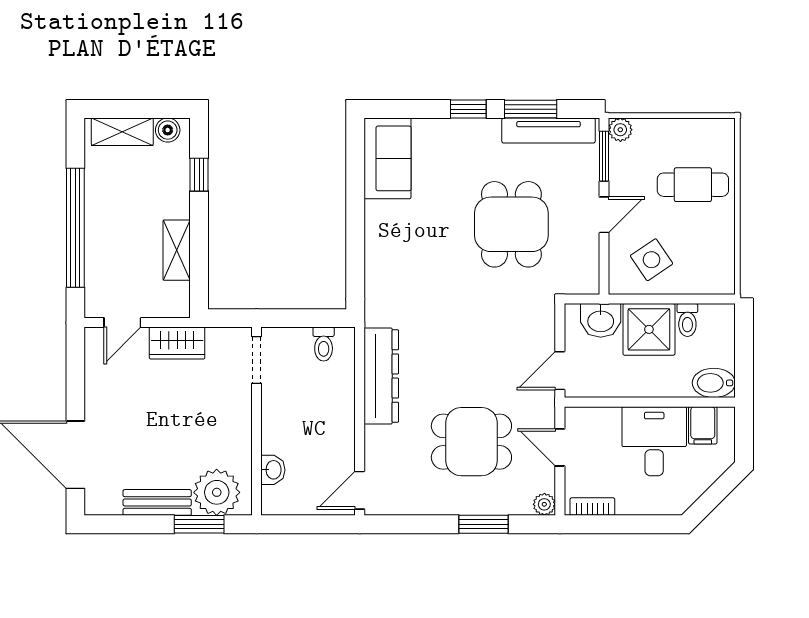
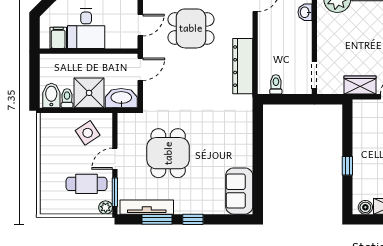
window: (199, 175) -> (347, 166), moved
cafe table: (693, 185) -> (87, 184), moved
shelving: (177, 250) -> (360, 138), removed
washbasin: (601, 320) -> (121, 98), width x1.38
bidet: (714, 383) -> (51, 95), moved, turned -90
door: (560, 447) -> (140, 25), hinge flipped

